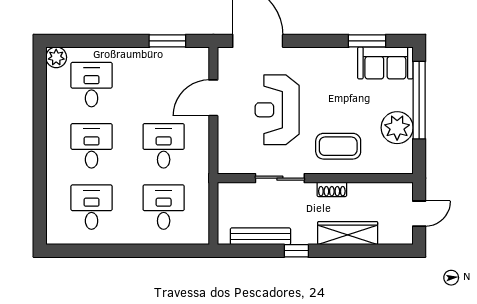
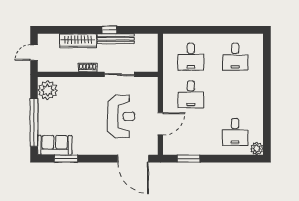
plant: (397, 128) -> (48, 90), moved
desk: (92, 146) -> (235, 94), removed
coffee table: (338, 146) -> (84, 94), removed
bench: (260, 236) -> (116, 39), moved

